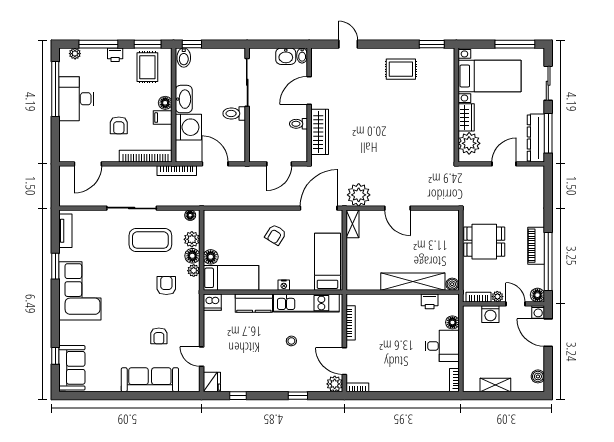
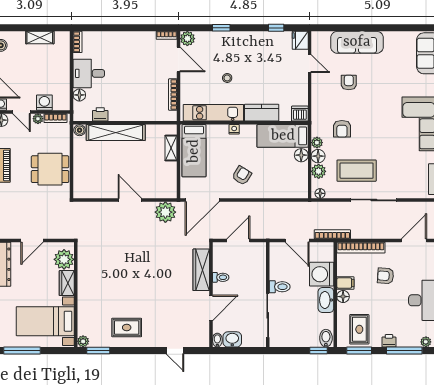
plant: (448, 54) -> (83, 341), added
armchair: (119, 125) -> (386, 276), turned -86
shelving: (353, 224) -> (171, 148), moved

